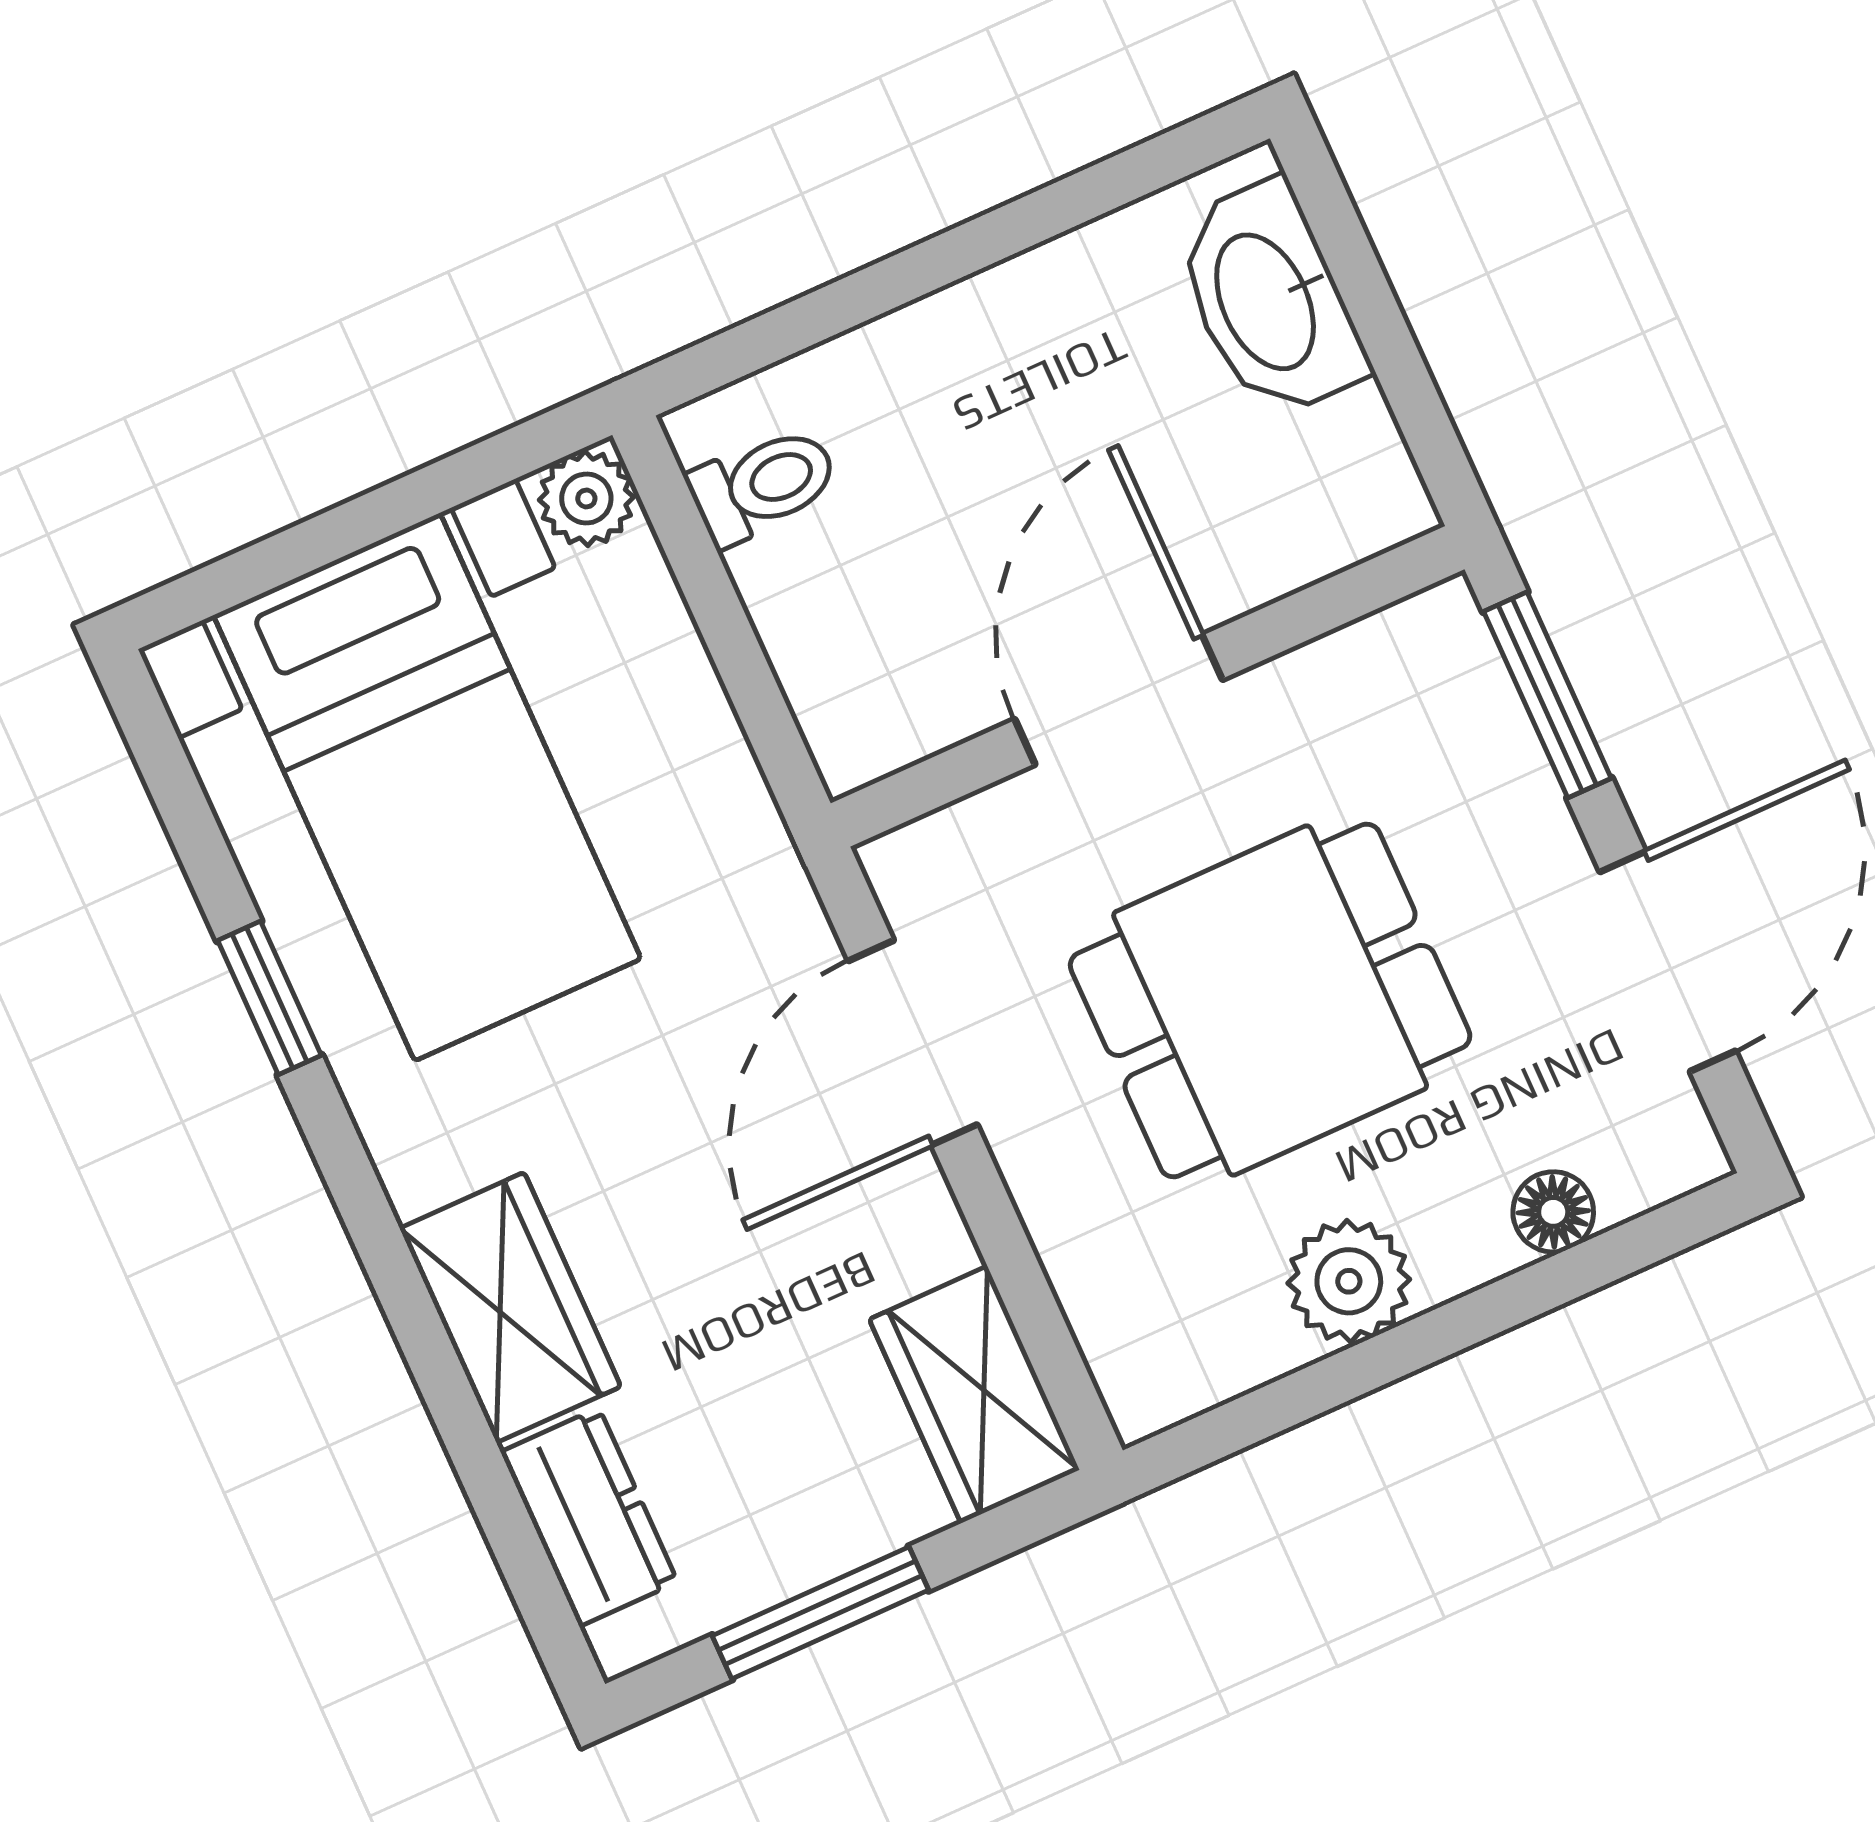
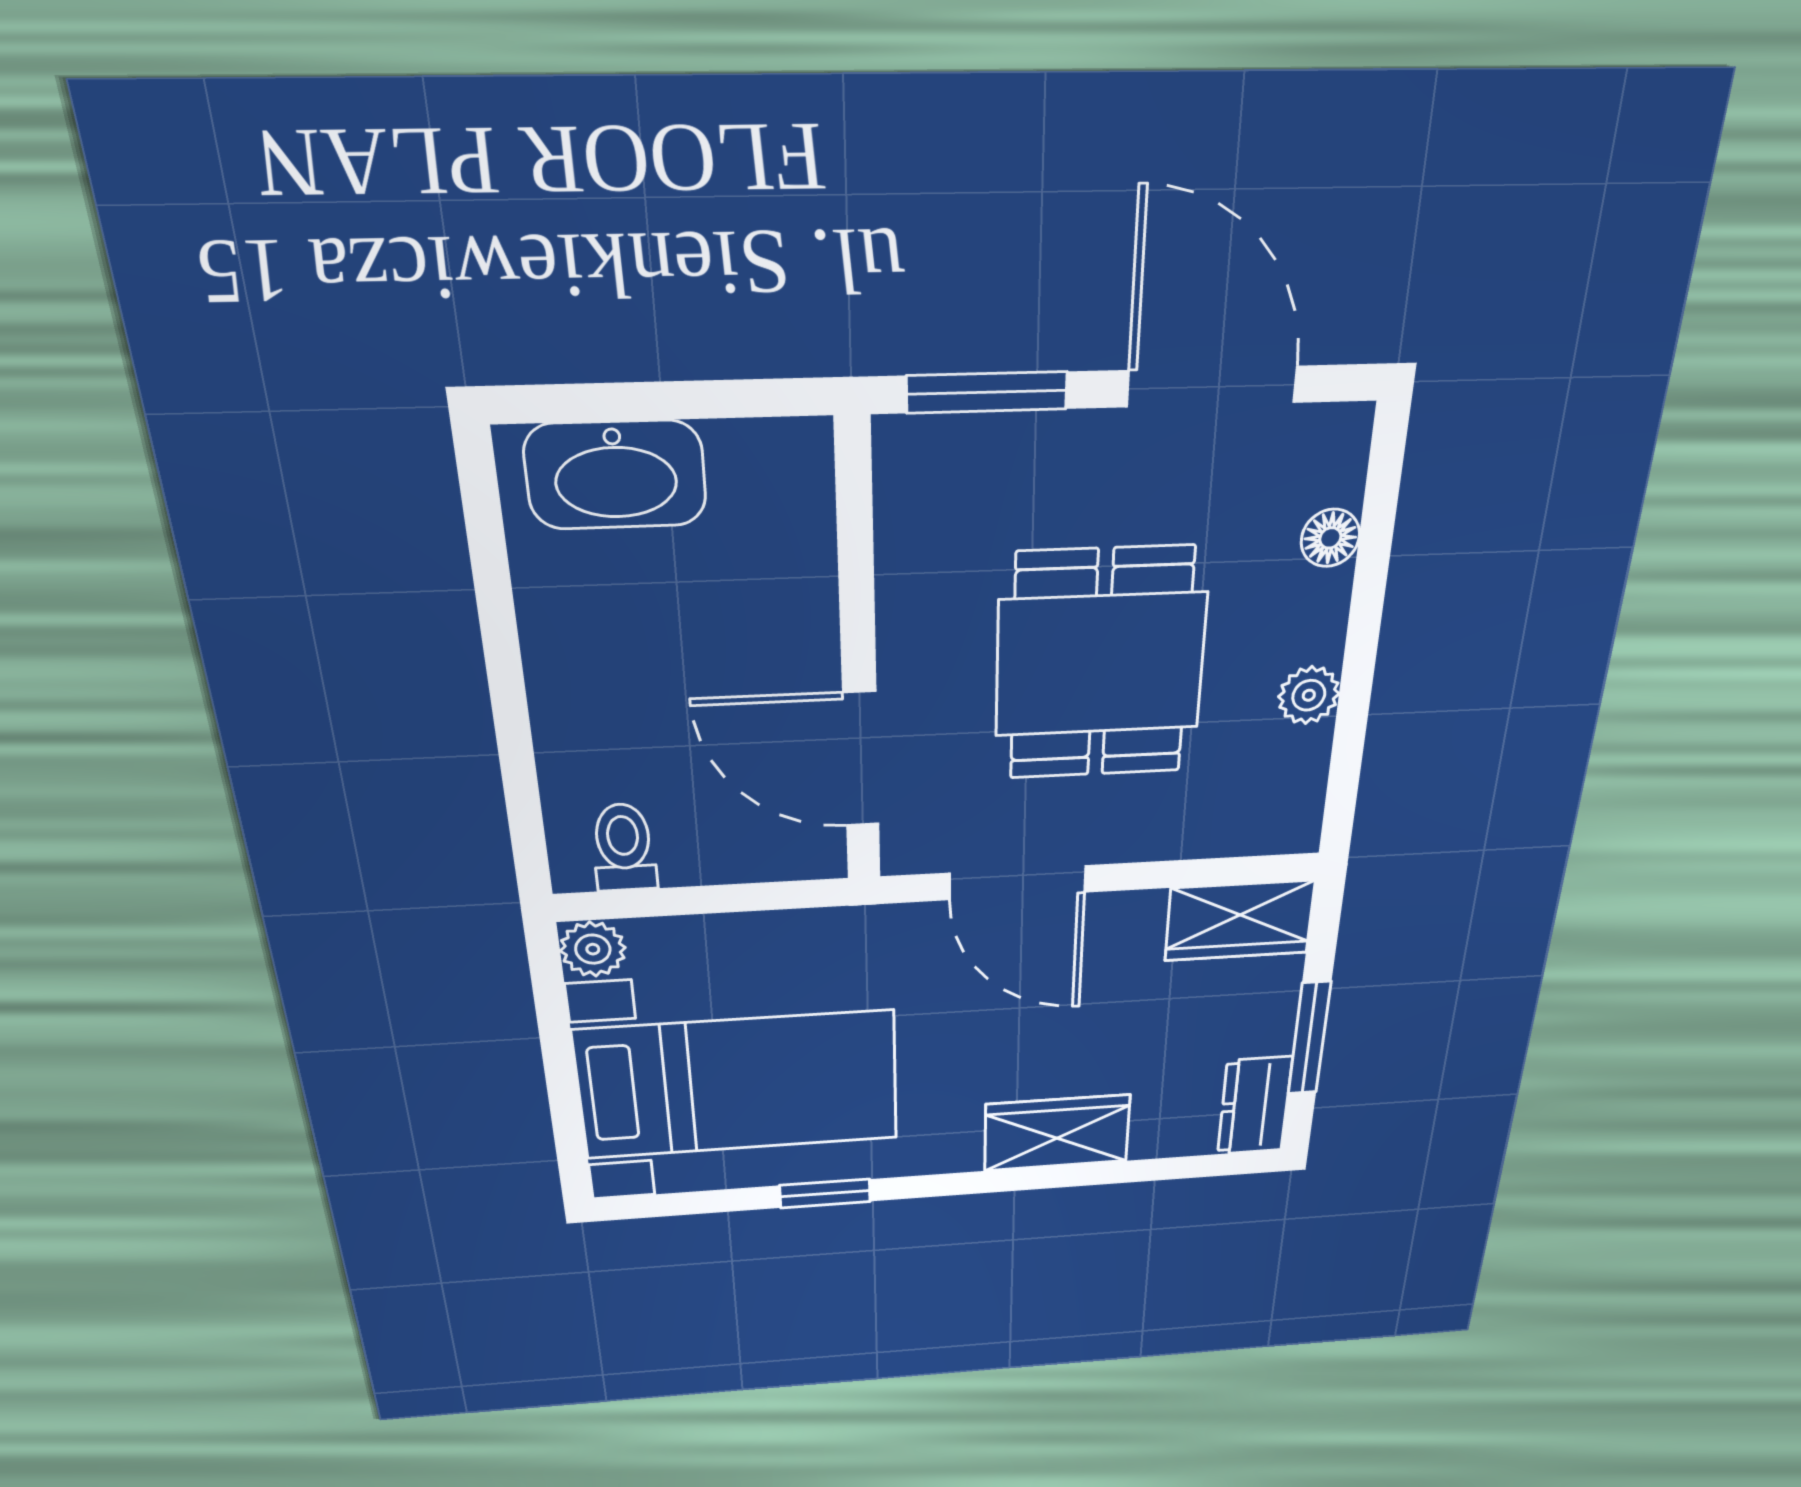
door: (1119, 699) -> (861, 759), moved
plant: (1349, 1281) -> (1309, 695), width x0.73, depth x0.73
dresser: (589, 1517) -> (1255, 1106), moved, turned -90

